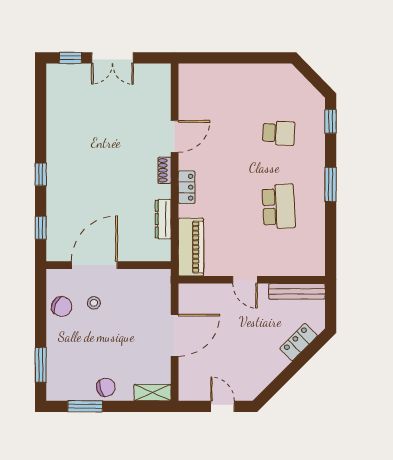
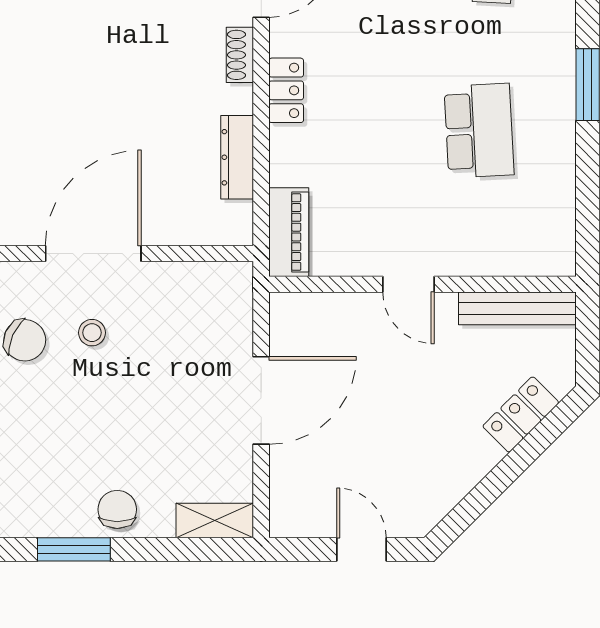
piano: (191, 247) -> (289, 232), width x0.73, depth x0.75
chair: (106, 387) -> (117, 509), turned -72

